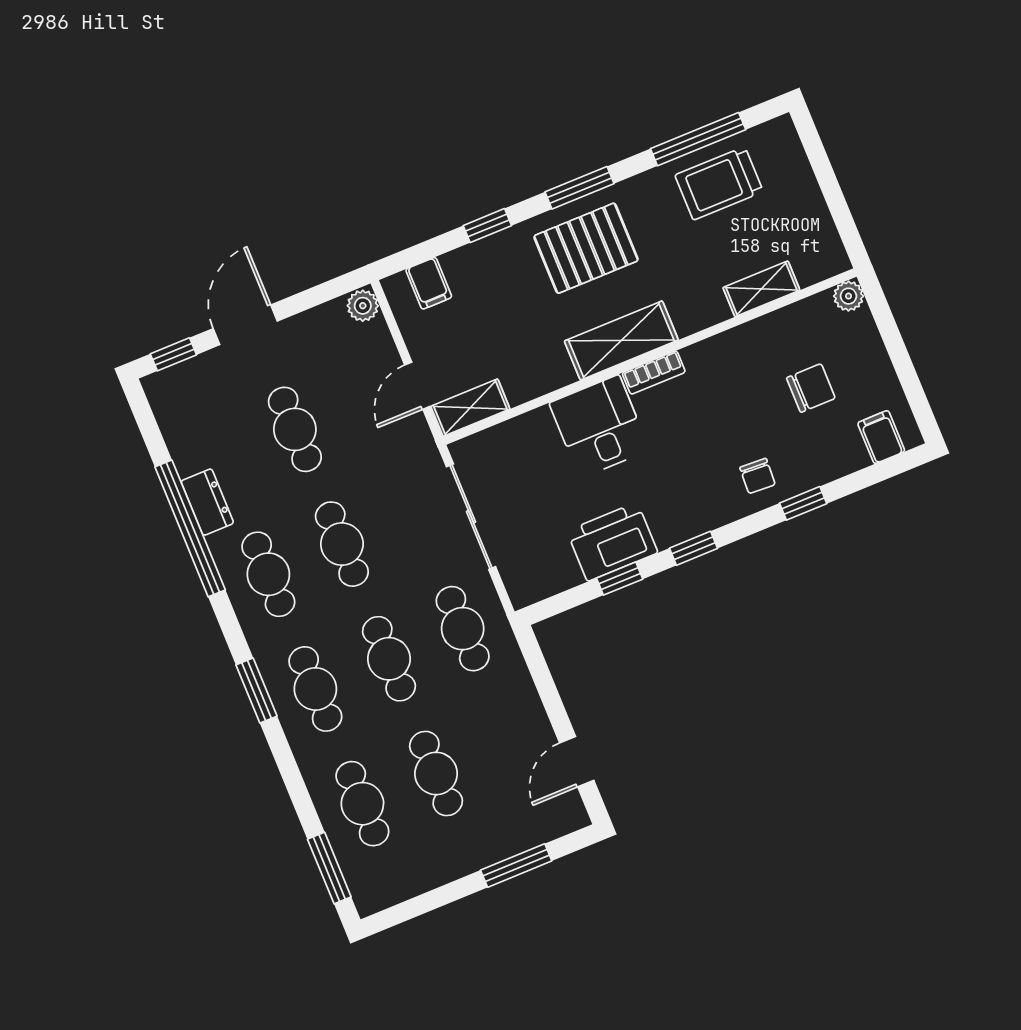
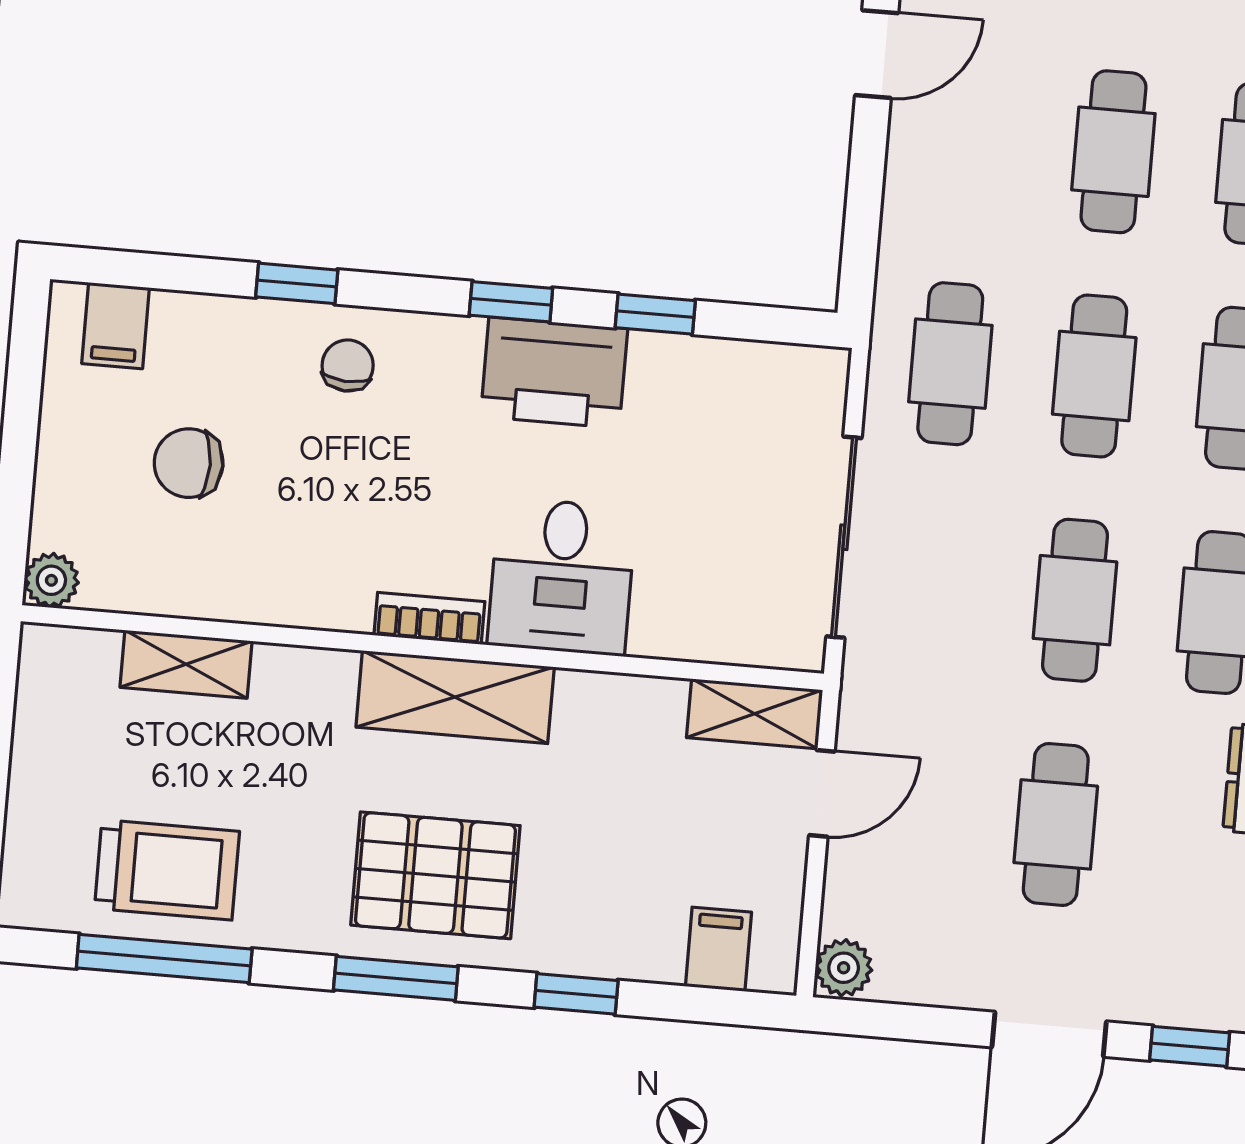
printer: (612, 542) -> (554, 373), moved

